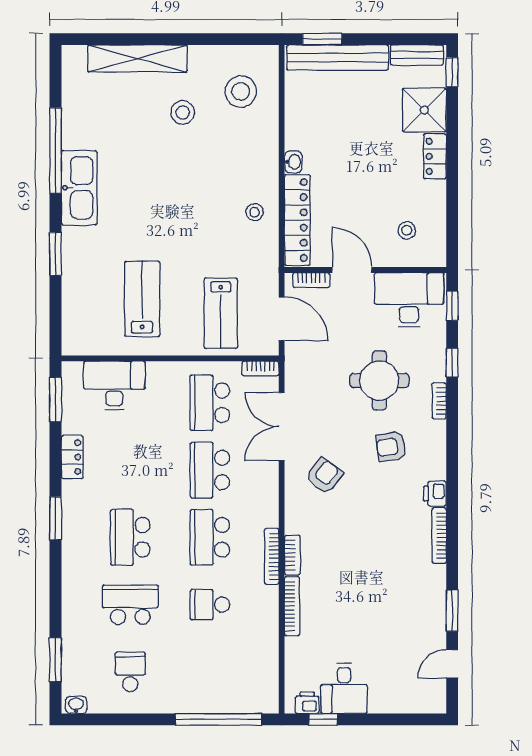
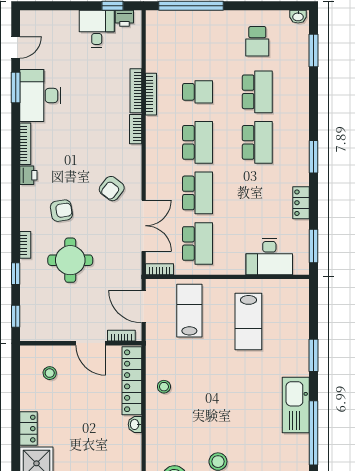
desk: (409, 300) -> (40, 95), moved, turned 90
bookcase: (272, 556) -> (151, 94), moved
school desk: (130, 605) -> (257, 92), turned -90

